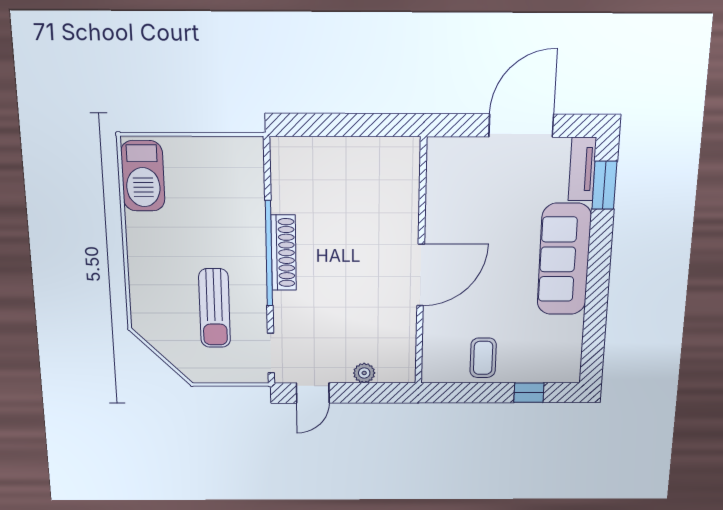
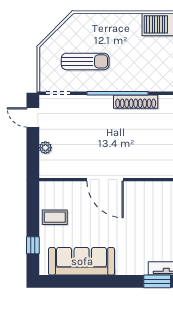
shoe rack: (284, 253) -> (136, 102), moved
sofa: (564, 259) -> (82, 261), moved
sun lounger: (215, 308) -> (85, 61), turned 180

